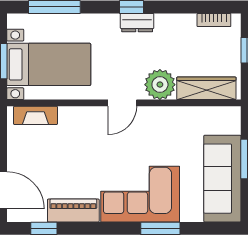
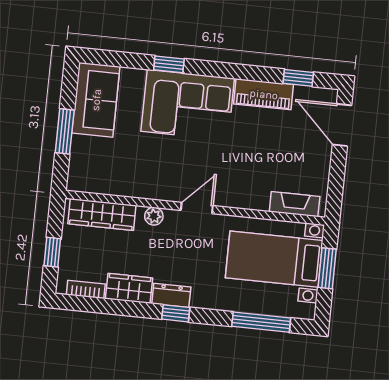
wardrobe: (175, 25) -> (129, 288), added
plant: (160, 85) -> (154, 216), width x0.53, depth x0.53
sofa: (222, 179) -> (96, 100), width x0.73
window: (160, 228) -> (169, 64), width x0.67

